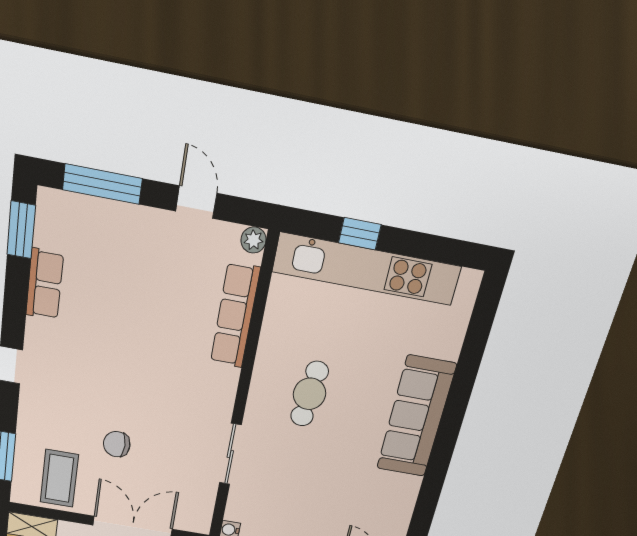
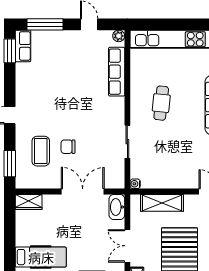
window: (360, 234) -> (168, 24), removed
row of seats: (45, 284) -> (23, 46), moved
coffee table: (59, 478) -> (41, 151), moved

